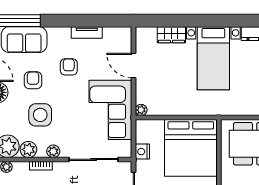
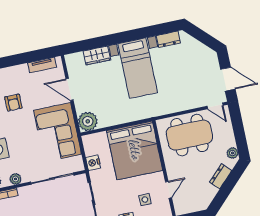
tv unit: (87, 32) -> (42, 65), moved
armchair: (69, 67) -> (13, 103), turned 180
plant: (141, 110) -> (88, 121), width x1.88, depth x1.88

